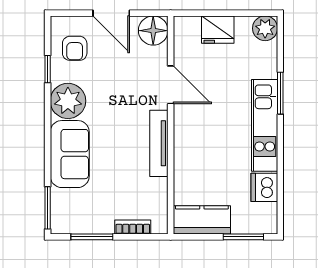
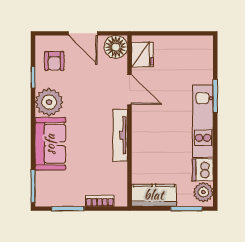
plant: (265, 28) -> (203, 192), moved
fridge: (218, 30) -> (142, 55), moved, turned -90

